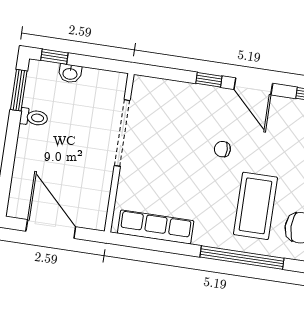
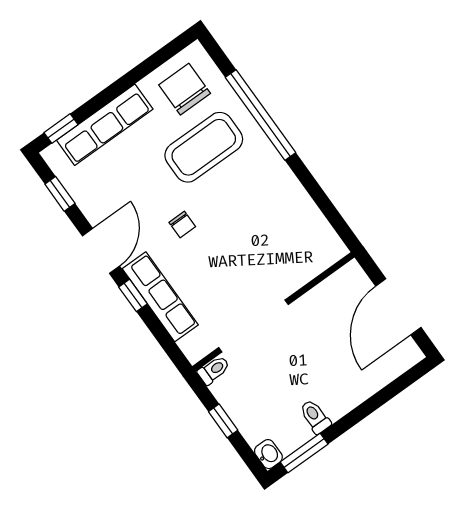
window: (54, 57) -> (223, 421), moved
washbasin: (70, 73) -> (268, 454), moved
toilet: (119, 84) -> (214, 370), added
row of seats: (156, 227) -> (160, 297), moved, turned 180

